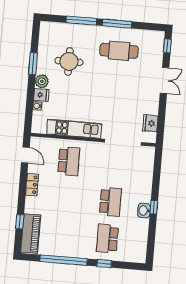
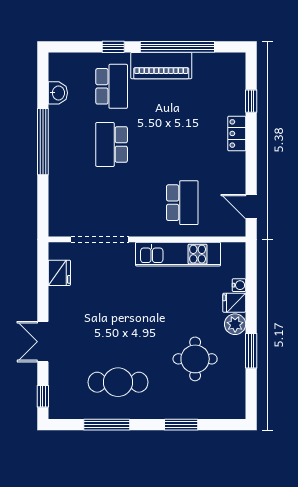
window: (81, 21) -> (181, 425), width x0.69
window: (117, 24) -> (107, 425), moved
school desk: (69, 161) -> (182, 203), turned 180
locker: (32, 185) -> (237, 133), moved
window: (154, 207) -> (43, 142), width x3.17
washbasin: (144, 210) -> (58, 93), moved
piano: (31, 234) -> (161, 66), moved, turned -90

